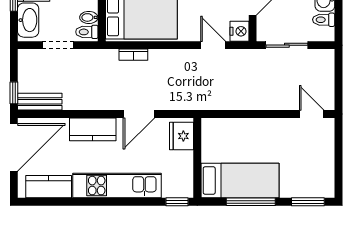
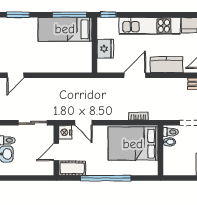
door: (312, 114) -> (15, 75), hinge flipped
fridge: (182, 136) -> (105, 49), moved
window: (251, 202) -> (69, 15), moved

